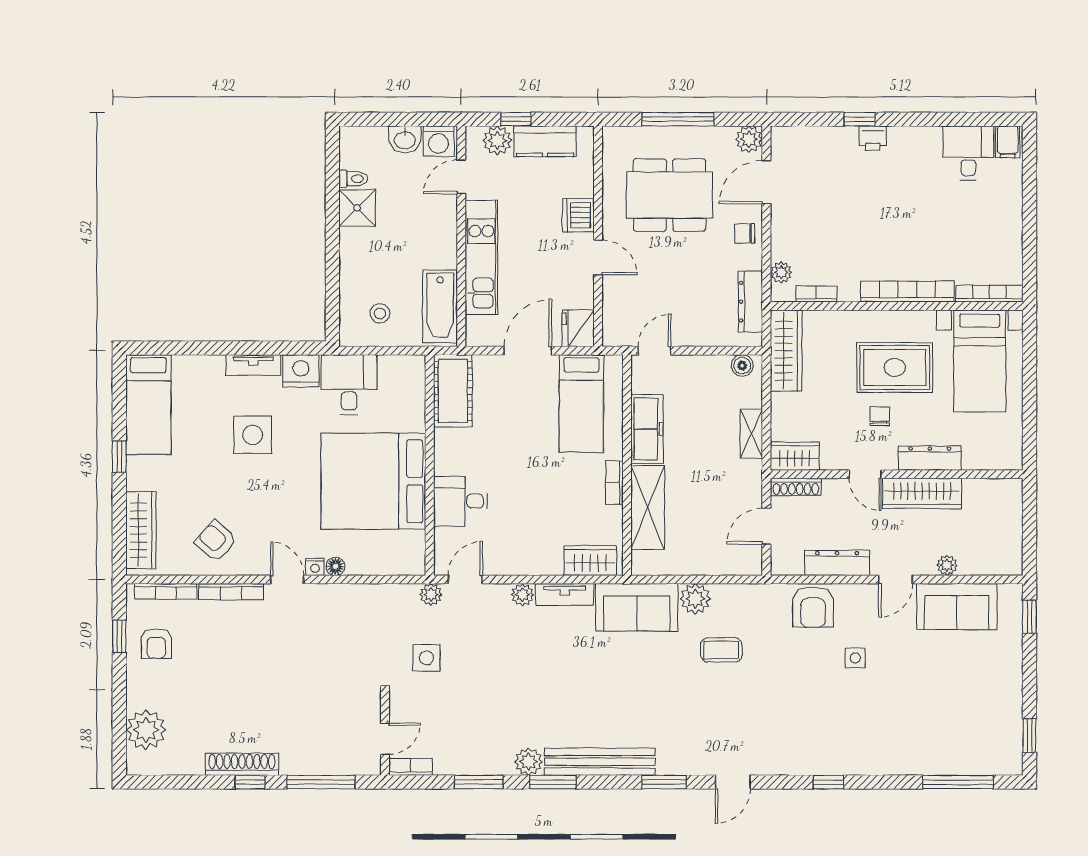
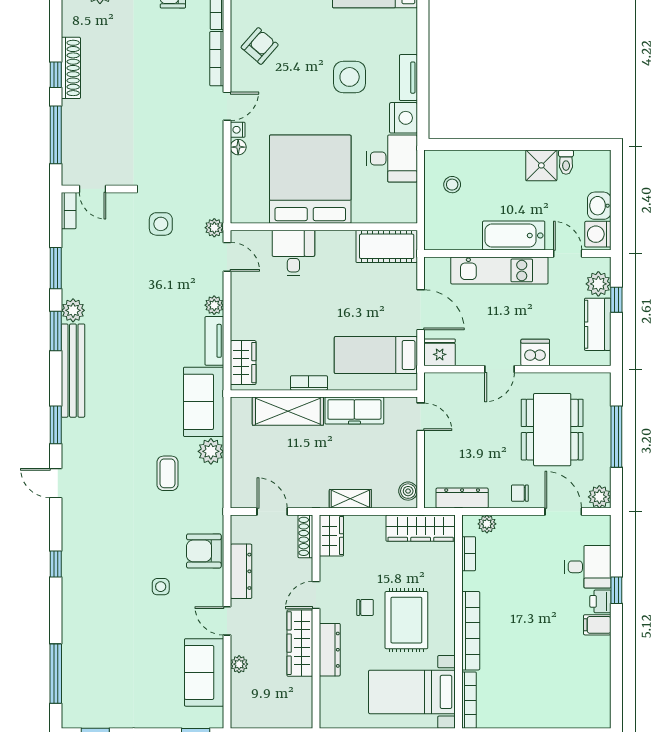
filing cabinet: (1008, 142) -> (597, 625), moved
desk: (968, 153) -> (588, 567), moved
chair: (745, 233) -> (520, 493), turned -90
bathtub: (440, 306) -> (514, 235), moved

